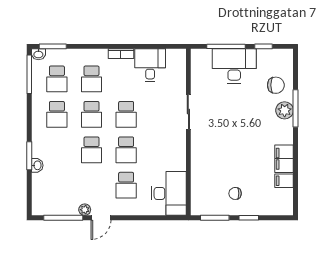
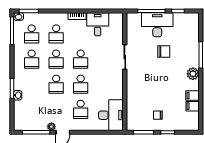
chair: (276, 85) -> (164, 51), moved
plant: (285, 110) -> (193, 74), moved
filing cabinet: (284, 159) -> (193, 95), width x0.50

